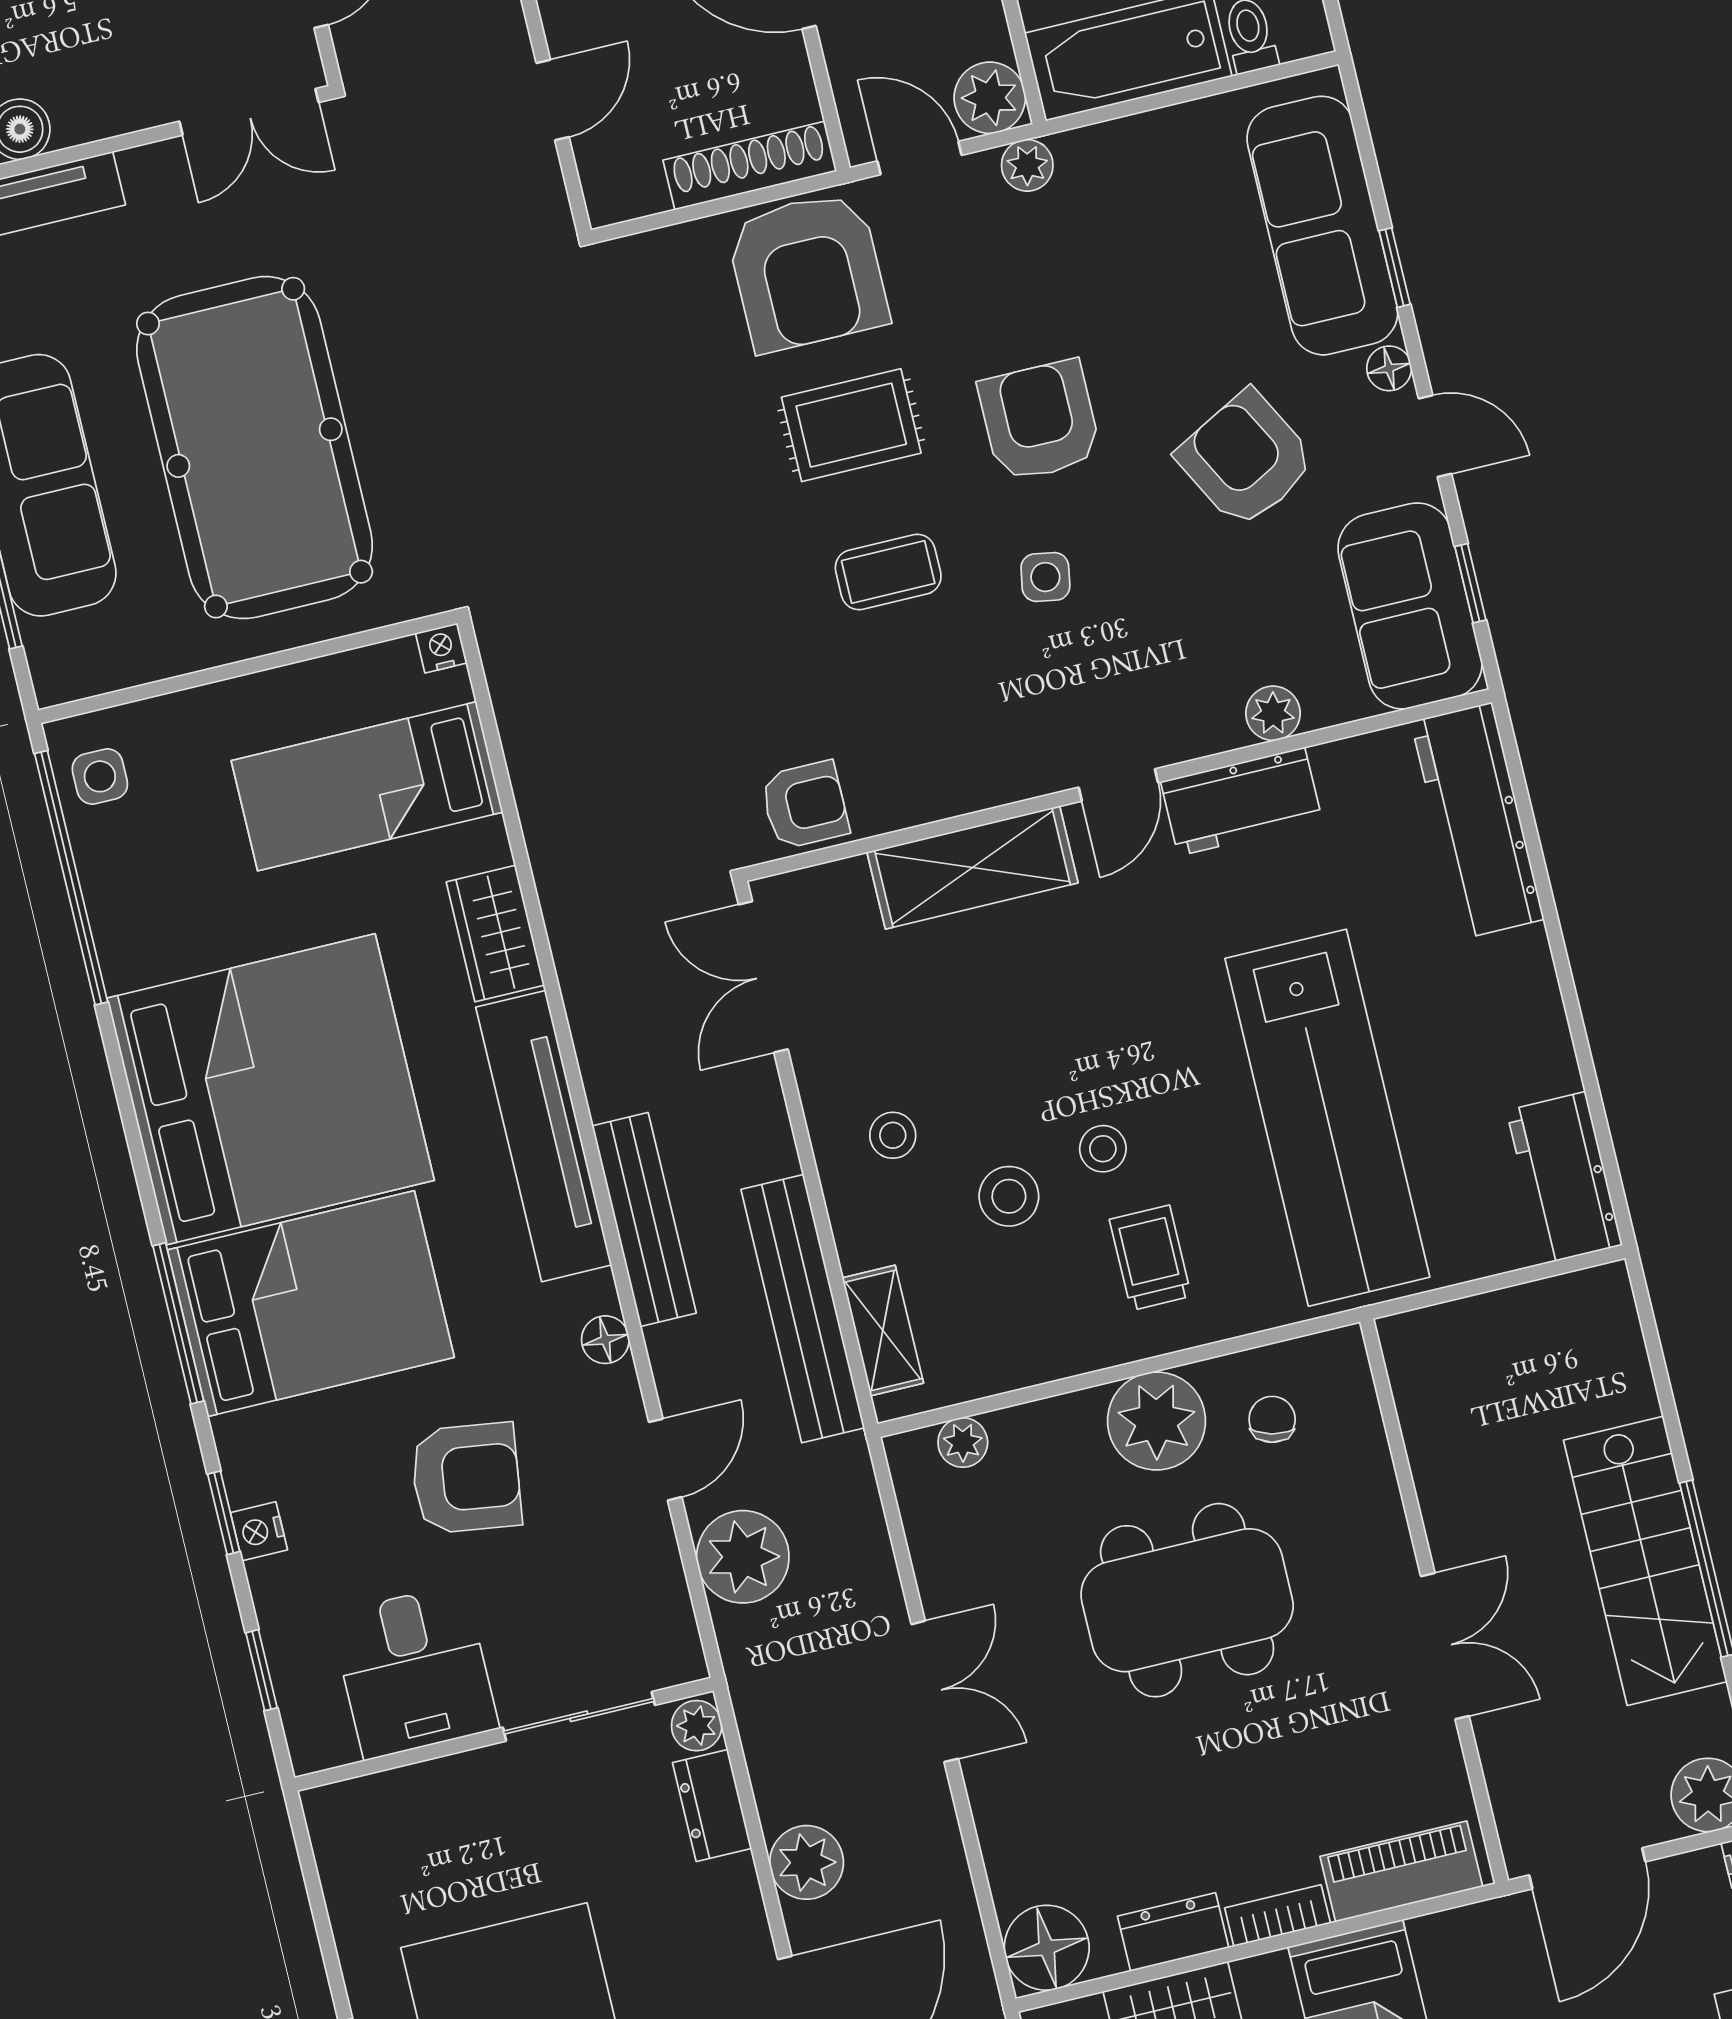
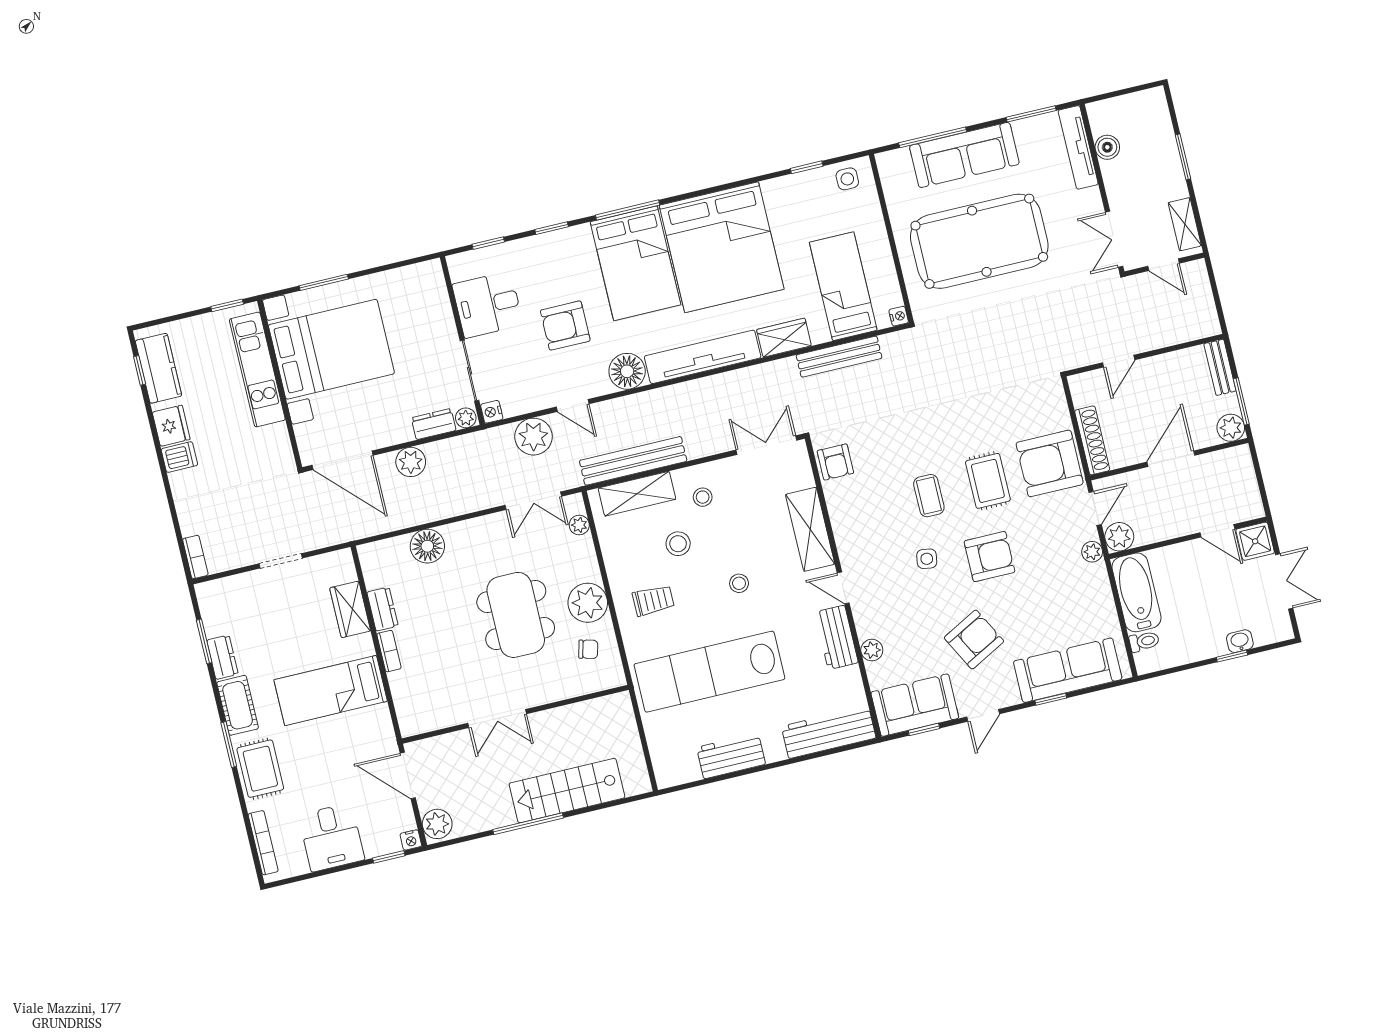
door: (553, 100) -> (1119, 361), hinge flipped
floor lamp: (1389, 368) -> (1010, 697), removed
window: (71, 878) -> (807, 167), width x0.32
stool: (1103, 1149) -> (739, 583), moved
workbench: (1564, 1178) -> (731, 756), moved
bench: (644, 1220) -> (839, 357), moved
shelving: (883, 1331) -> (637, 494), width x1.50, depth x1.33
floor lamp: (605, 1340) -> (627, 371), width x1.89, depth x1.89
armchair: (466, 1478) -> (565, 326), turned 82
nightstand: (259, 1531) -> (492, 412), moved, turned -90
stairs: (1645, 1561) -> (567, 791), moved
double door: (935, 1691) -> (533, 501), moved
piano: (1401, 1872) -> (407, 701), removed
floor lamp: (1047, 1948) -> (427, 546), moved

